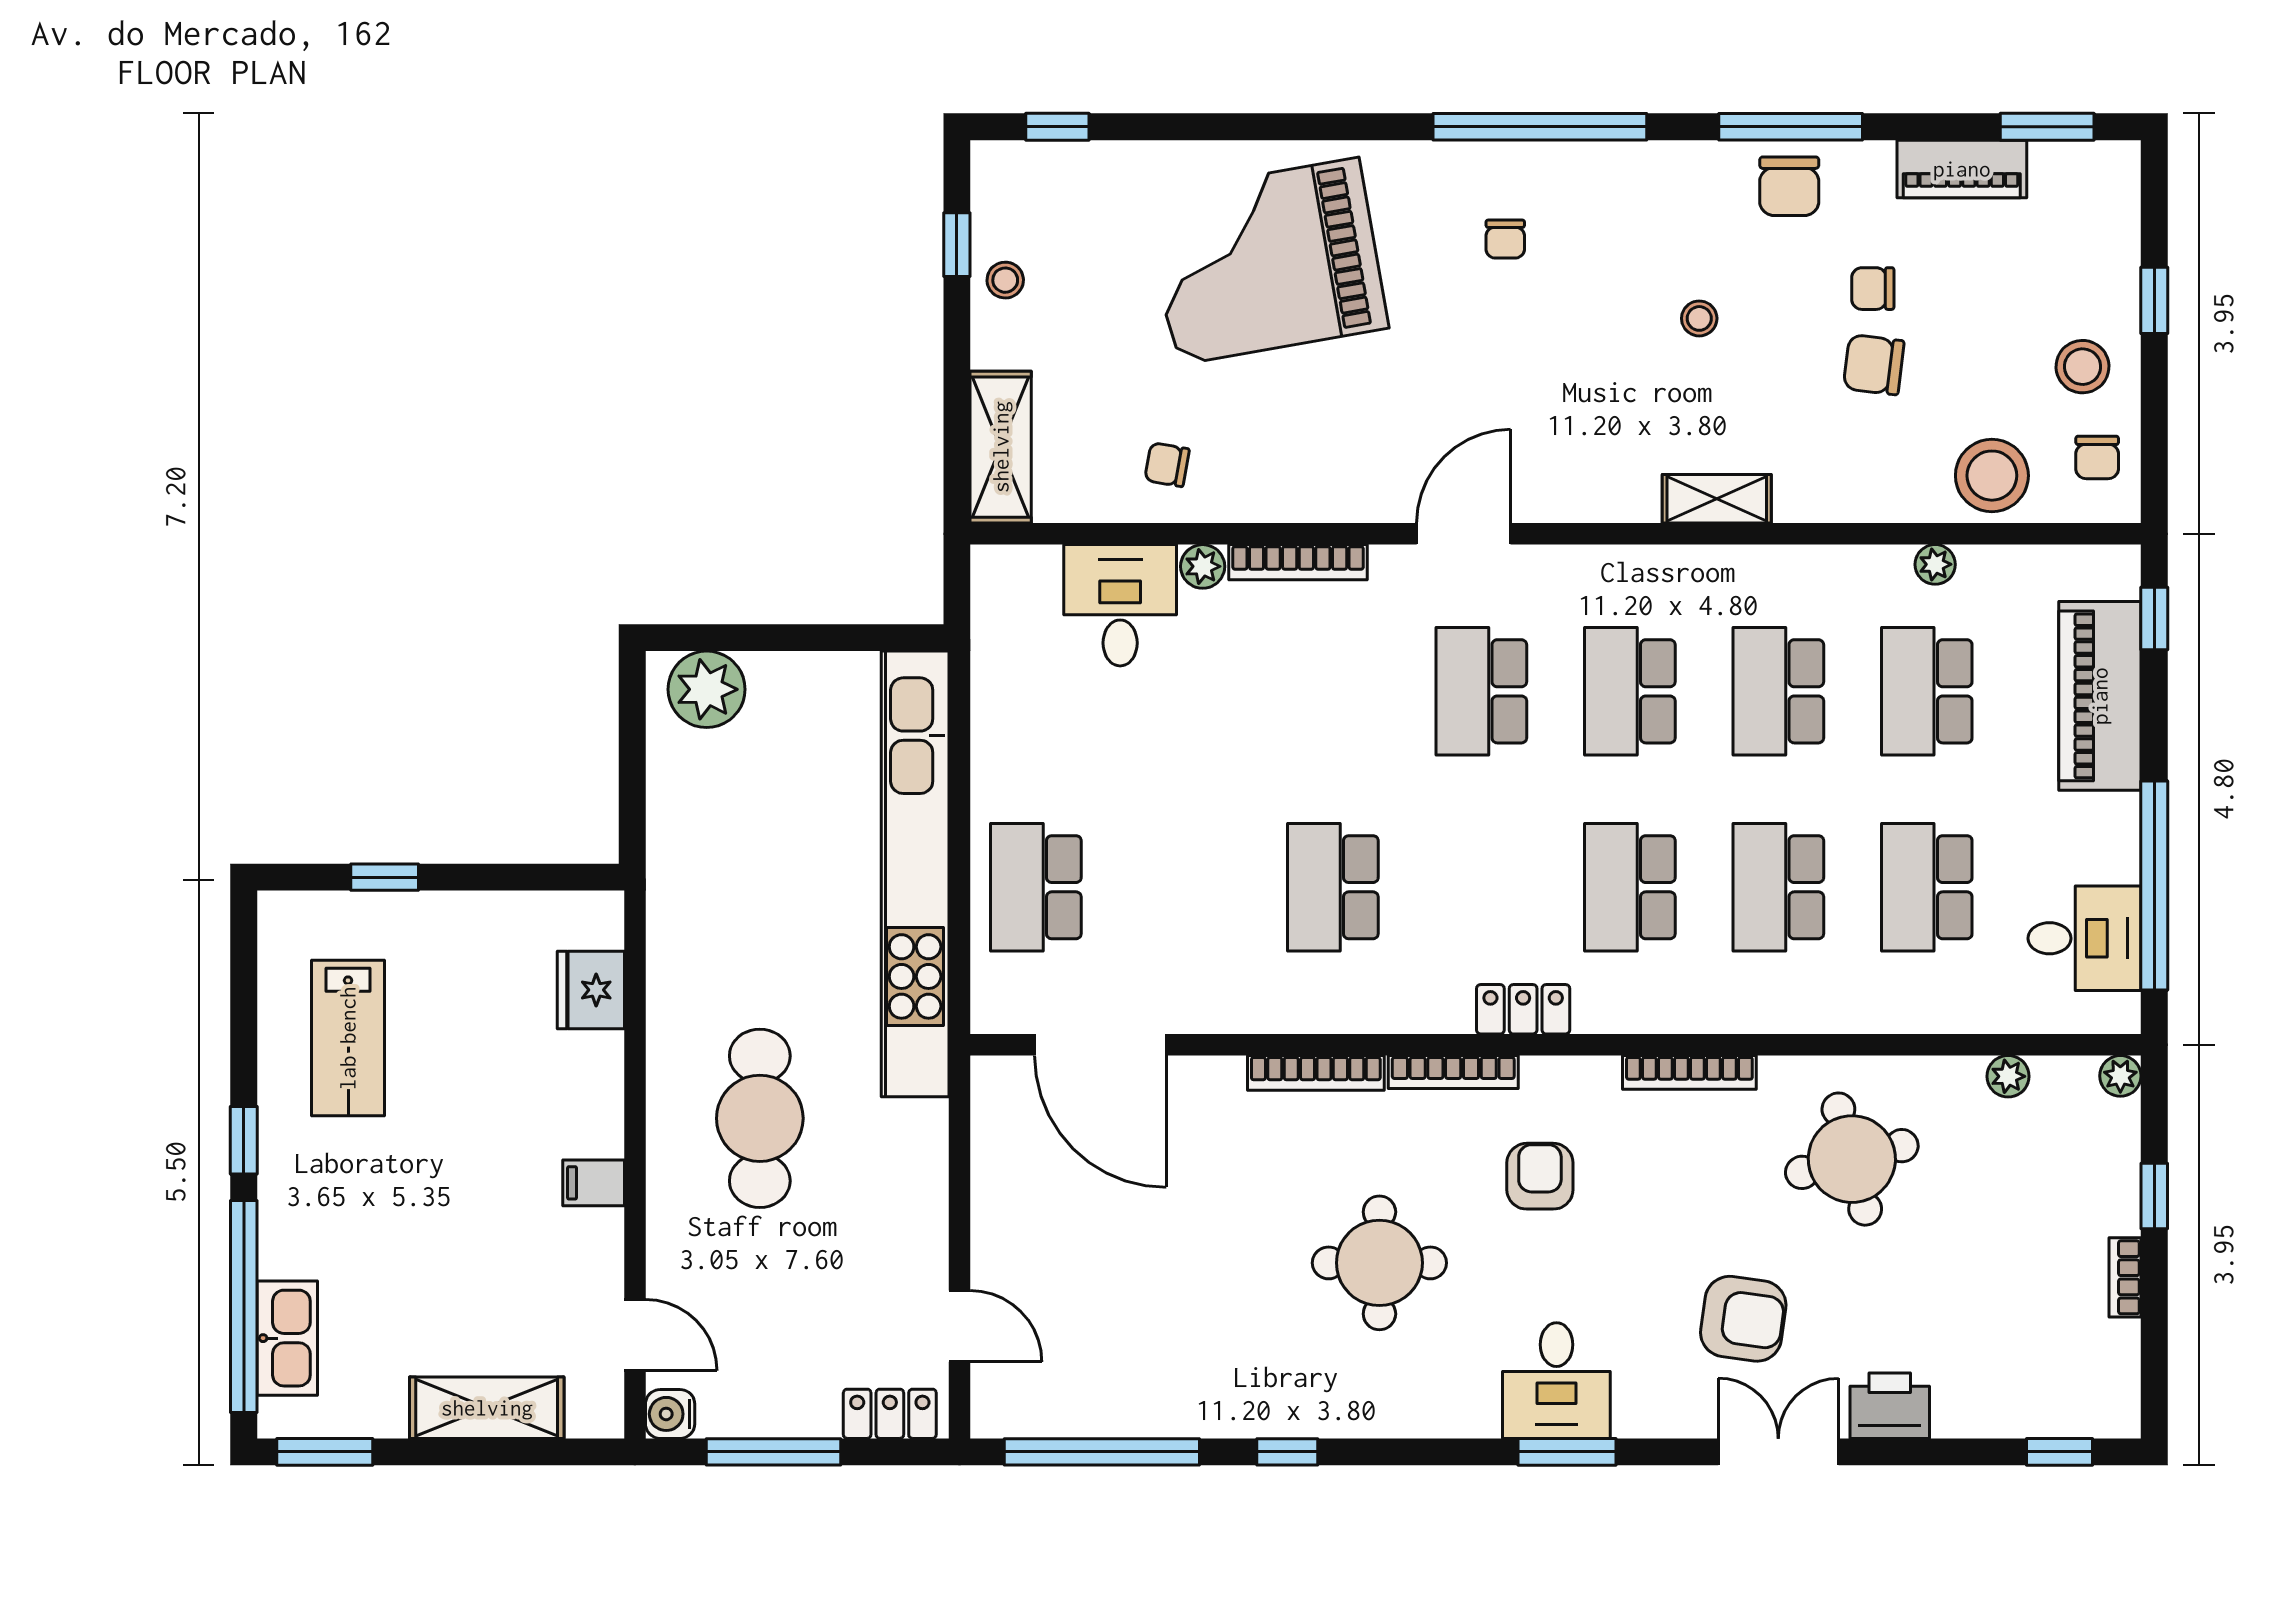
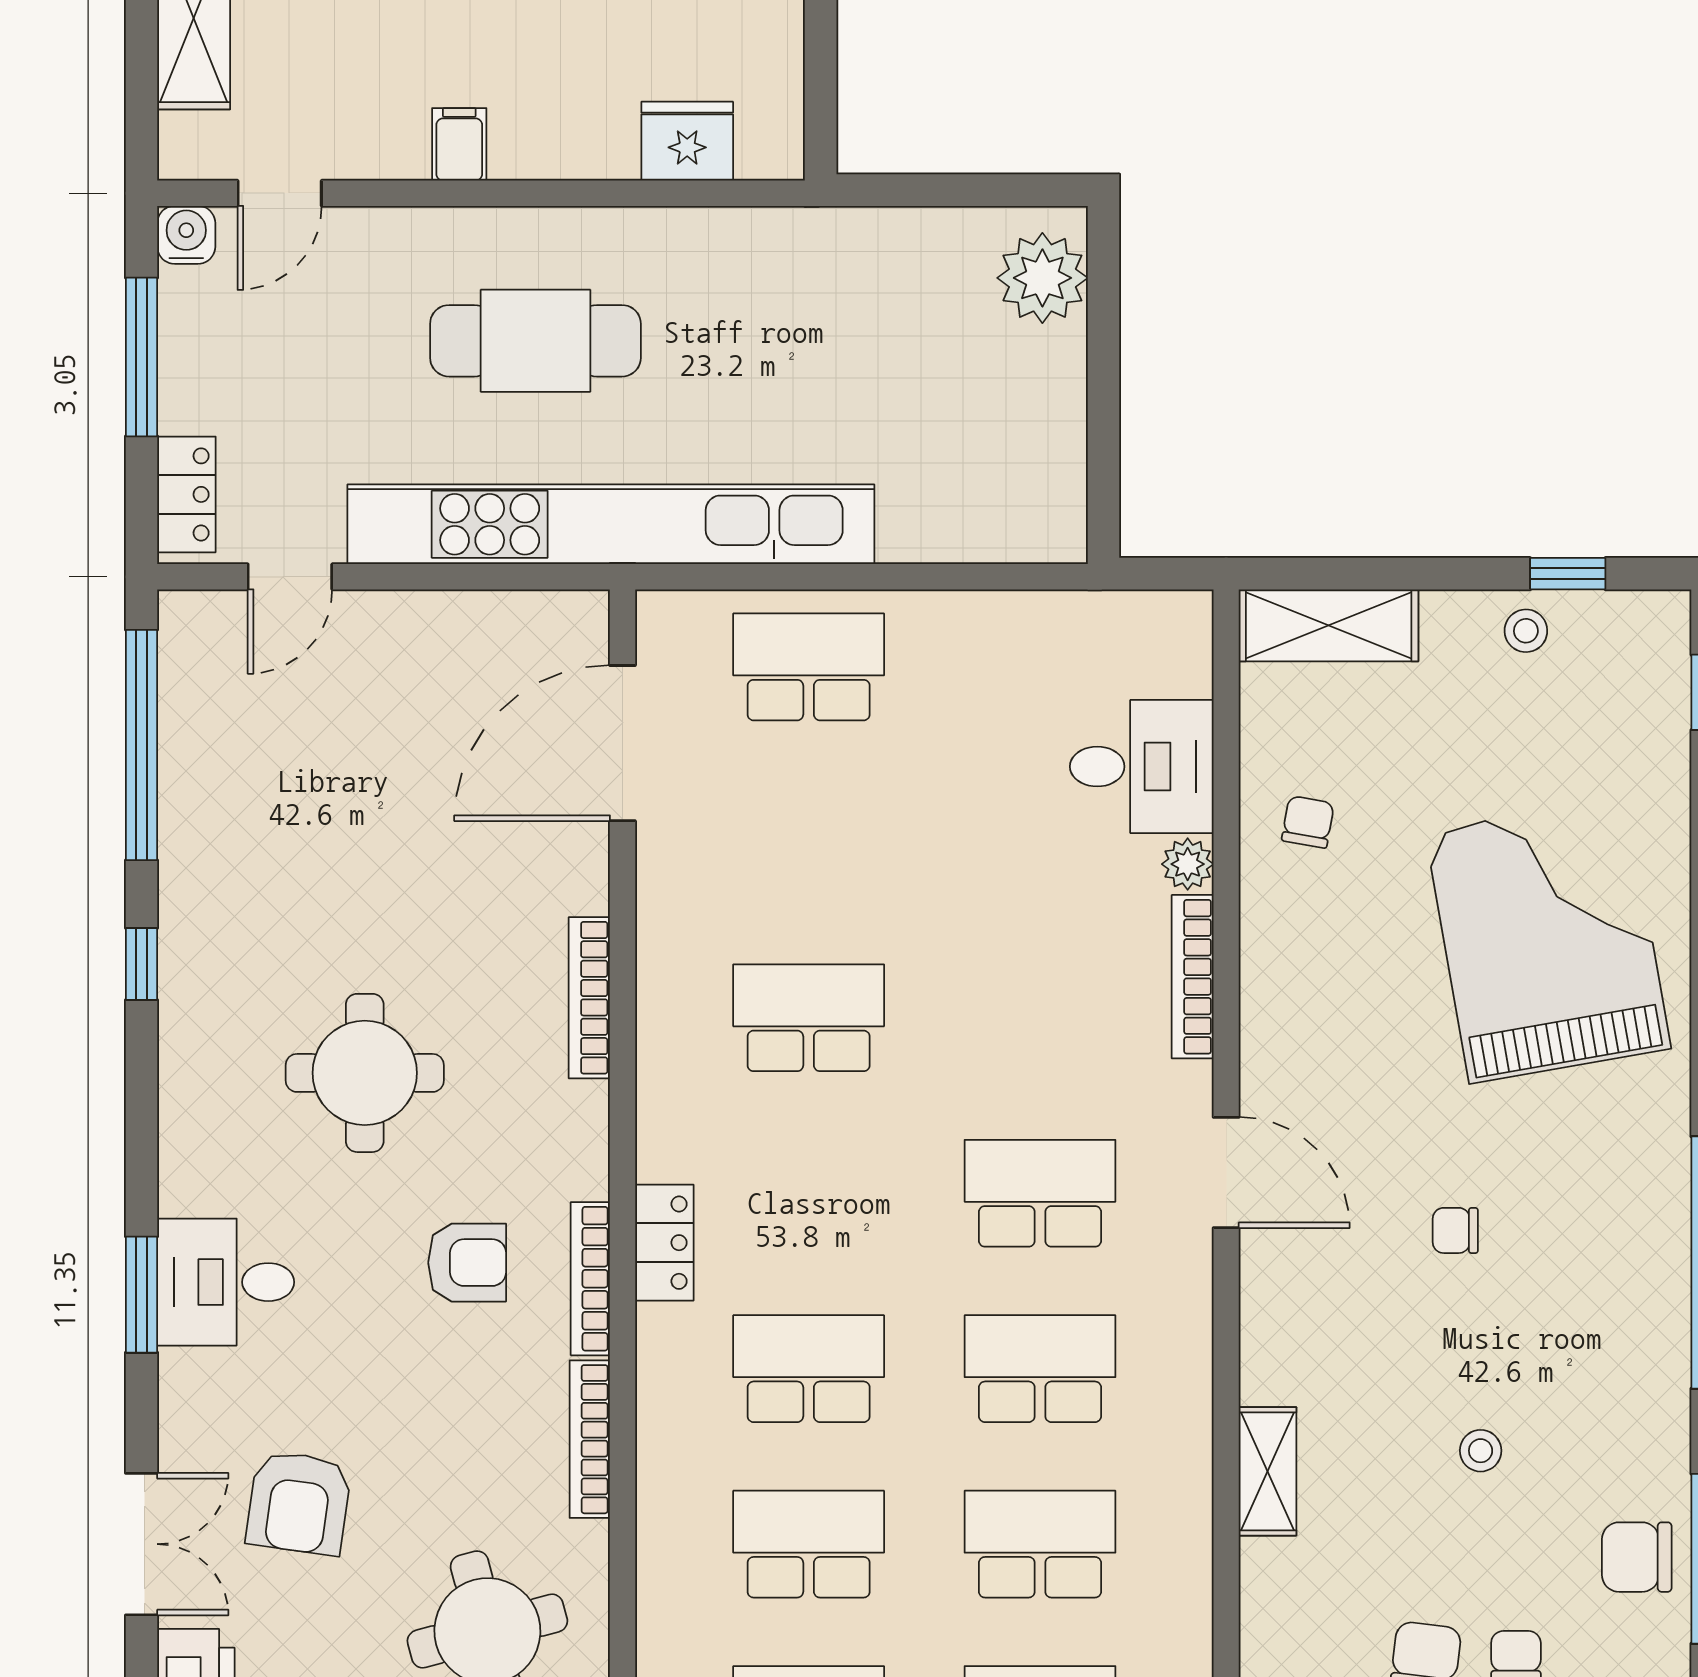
chair: (1505, 239) -> (1455, 1230), moved
kitchen unit: (915, 874) -> (611, 524), moved
bookcase: (1453, 1072) -> (590, 1279), moved

